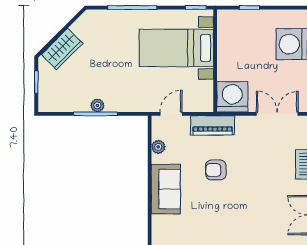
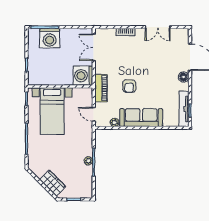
sofa: (166, 189) -> (141, 118), width x1.36

